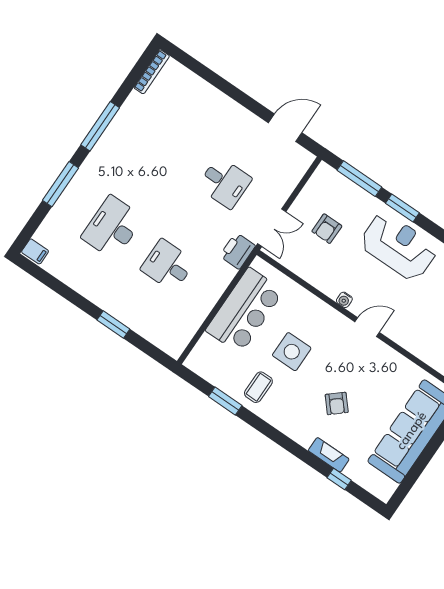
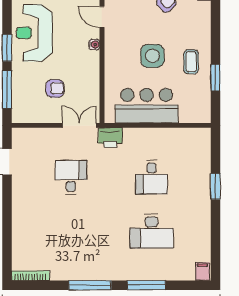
coffee table: (258, 387) -> (191, 62), turned 90

